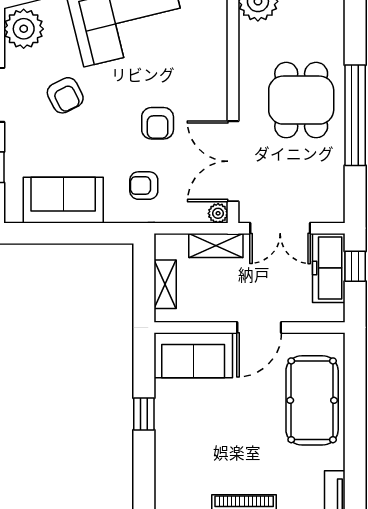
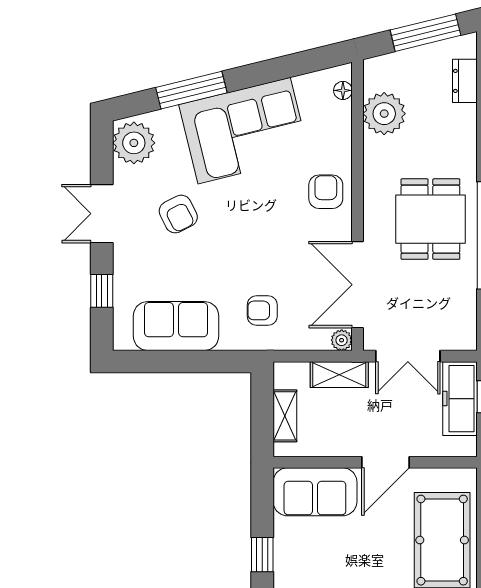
armchair: (158, 123) -> (326, 192), moved, turned 180

